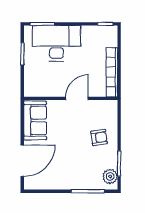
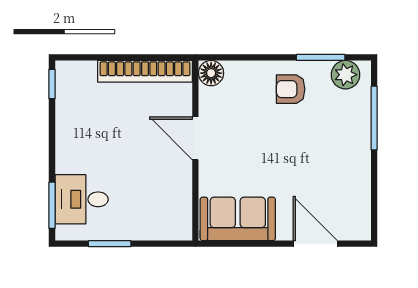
desk: (57, 43) -> (82, 199), width x0.53, depth x0.77
floor lamp: (111, 107) -> (211, 73), added
armchair: (99, 138) -> (291, 89), moved, turned -82
door: (22, 161) -> (315, 244), width x0.73

